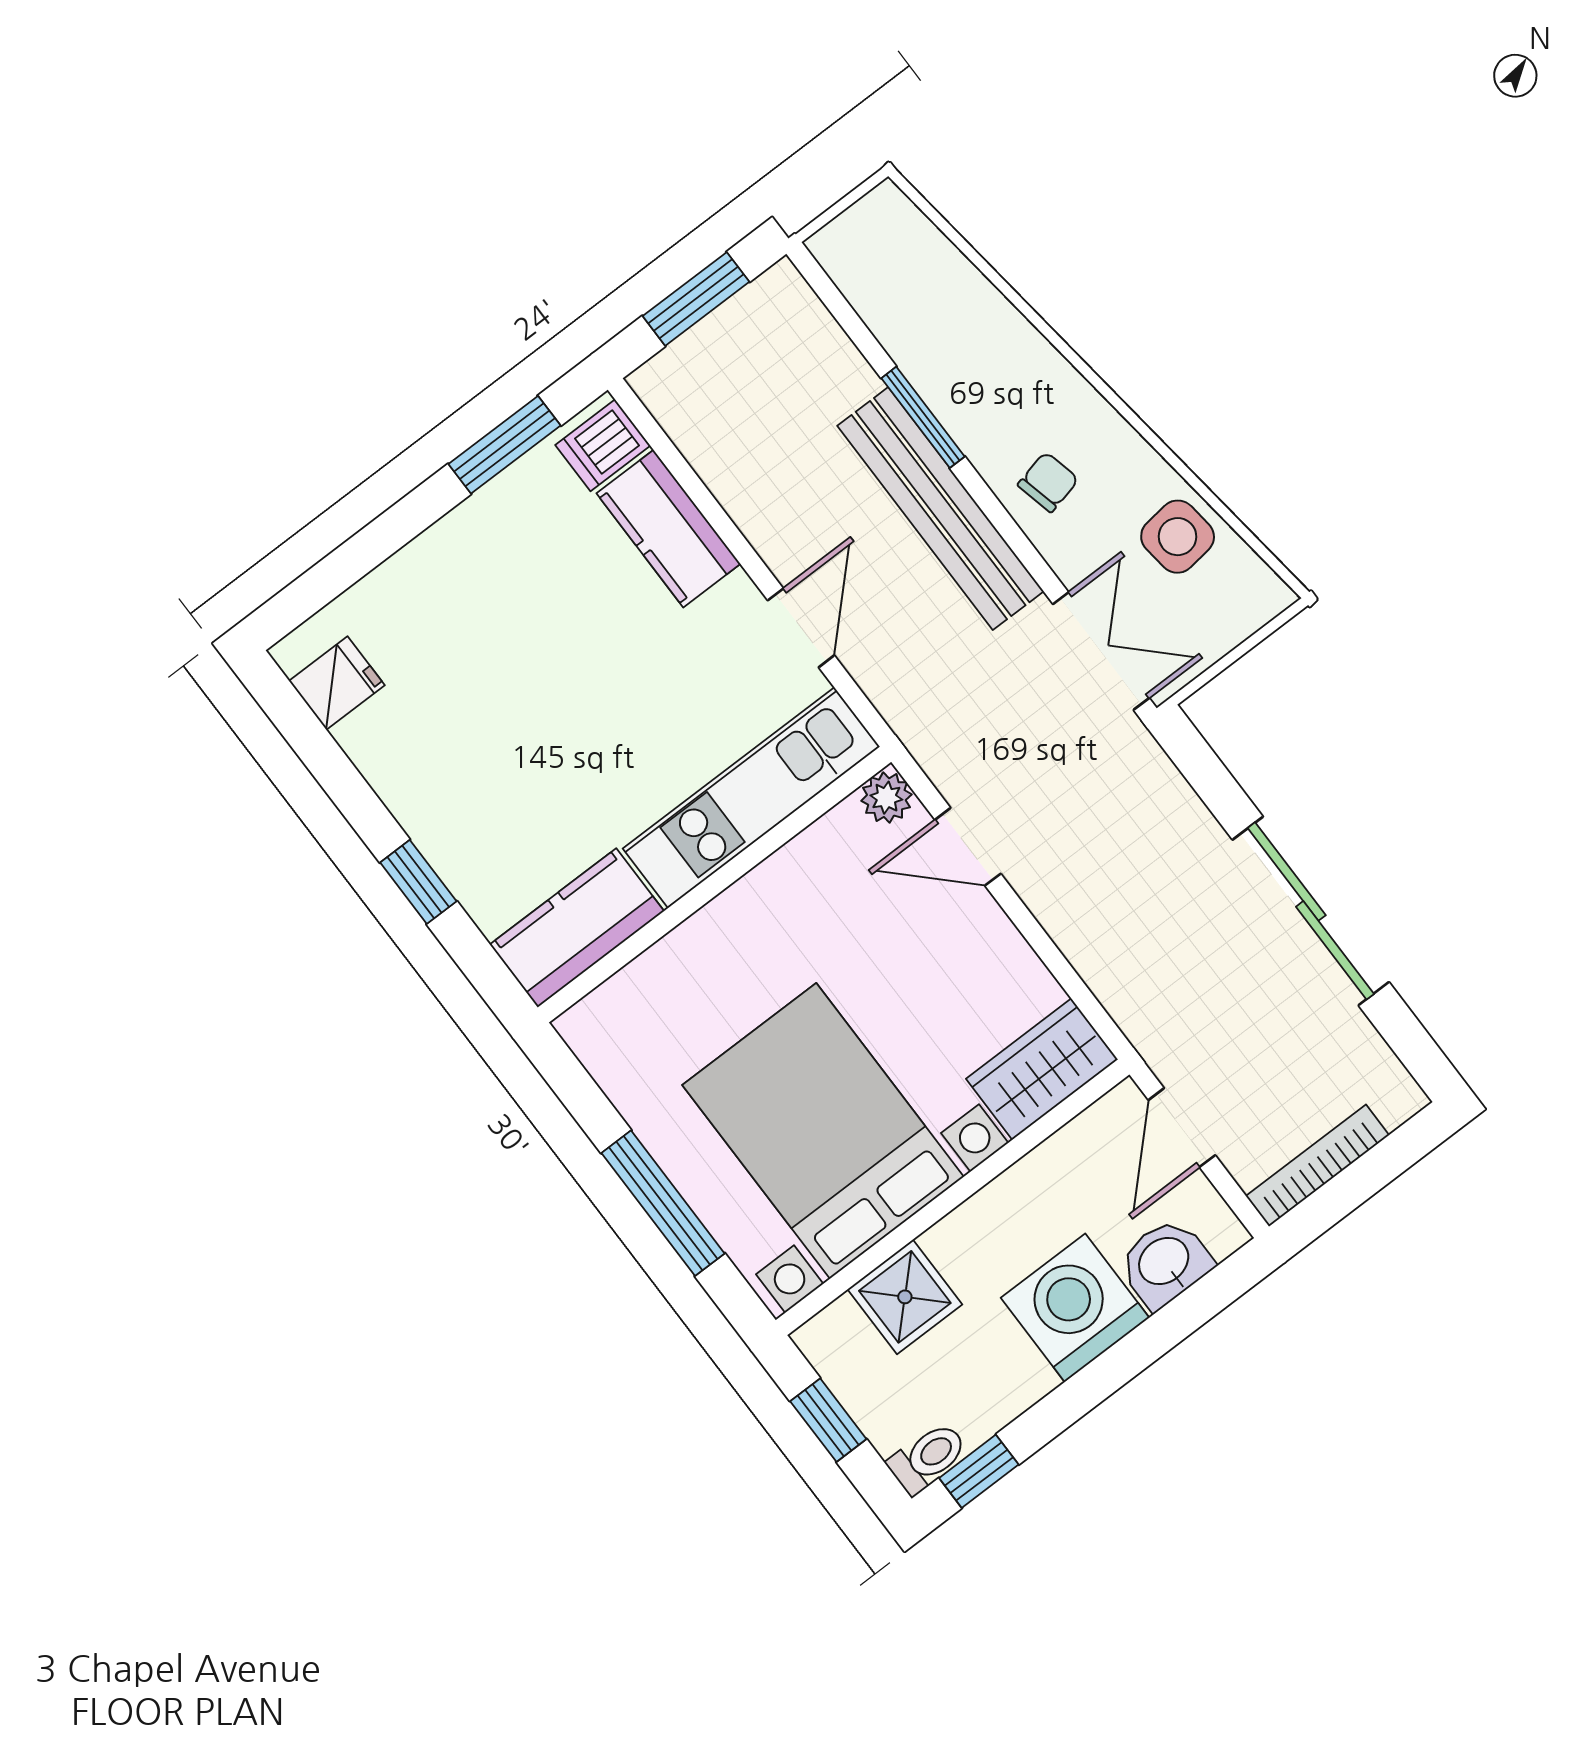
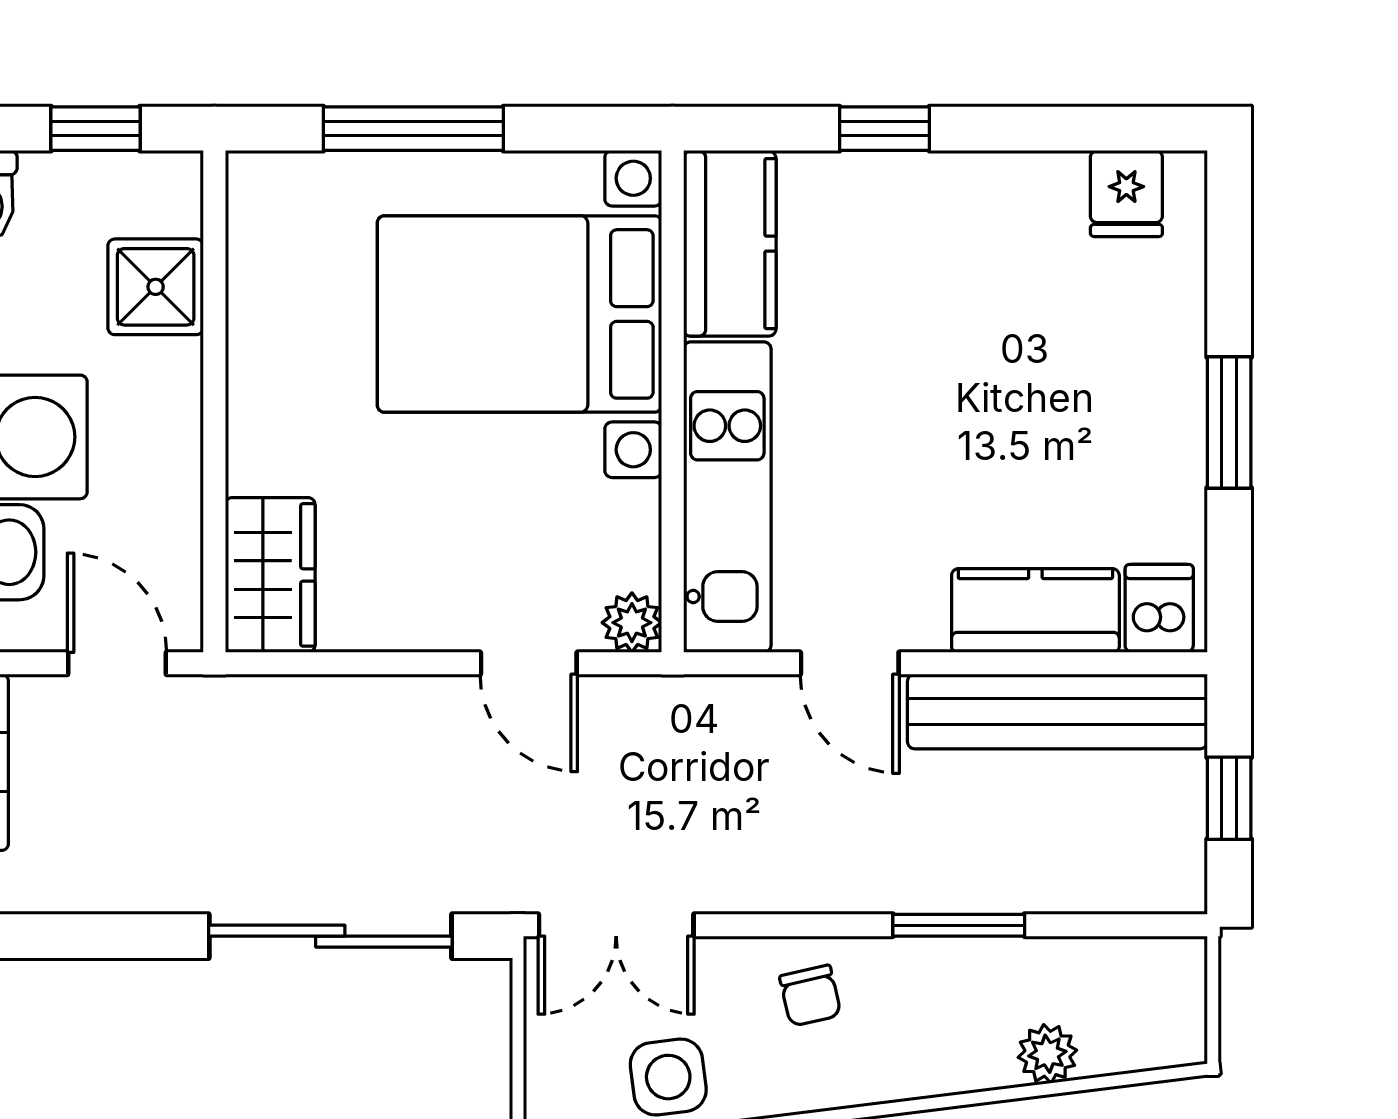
plant: (965, 290) -> (1047, 1054), added
window: (696, 299) -> (1229, 798), width x0.67
window: (504, 445) -> (1229, 422), moved
bench: (941, 509) -> (1057, 712), moved
door: (968, 847) -> (529, 663), swing flipped
sliding door: (1311, 911) -> (330, 936), moved
bed with nightstands: (823, 1131) -> (520, 314), moved, turned 180

